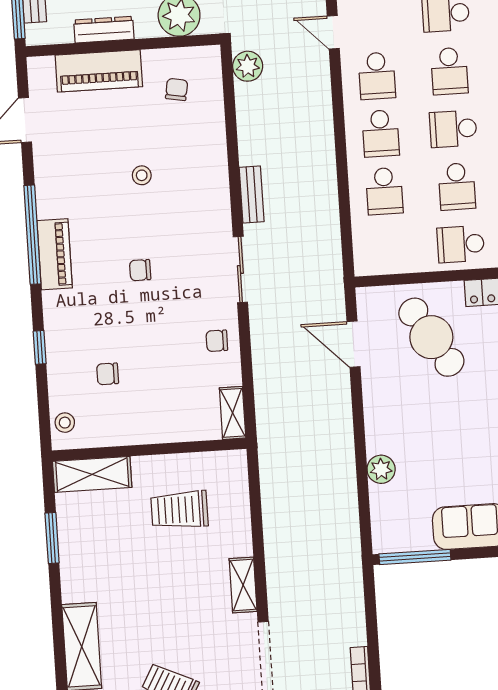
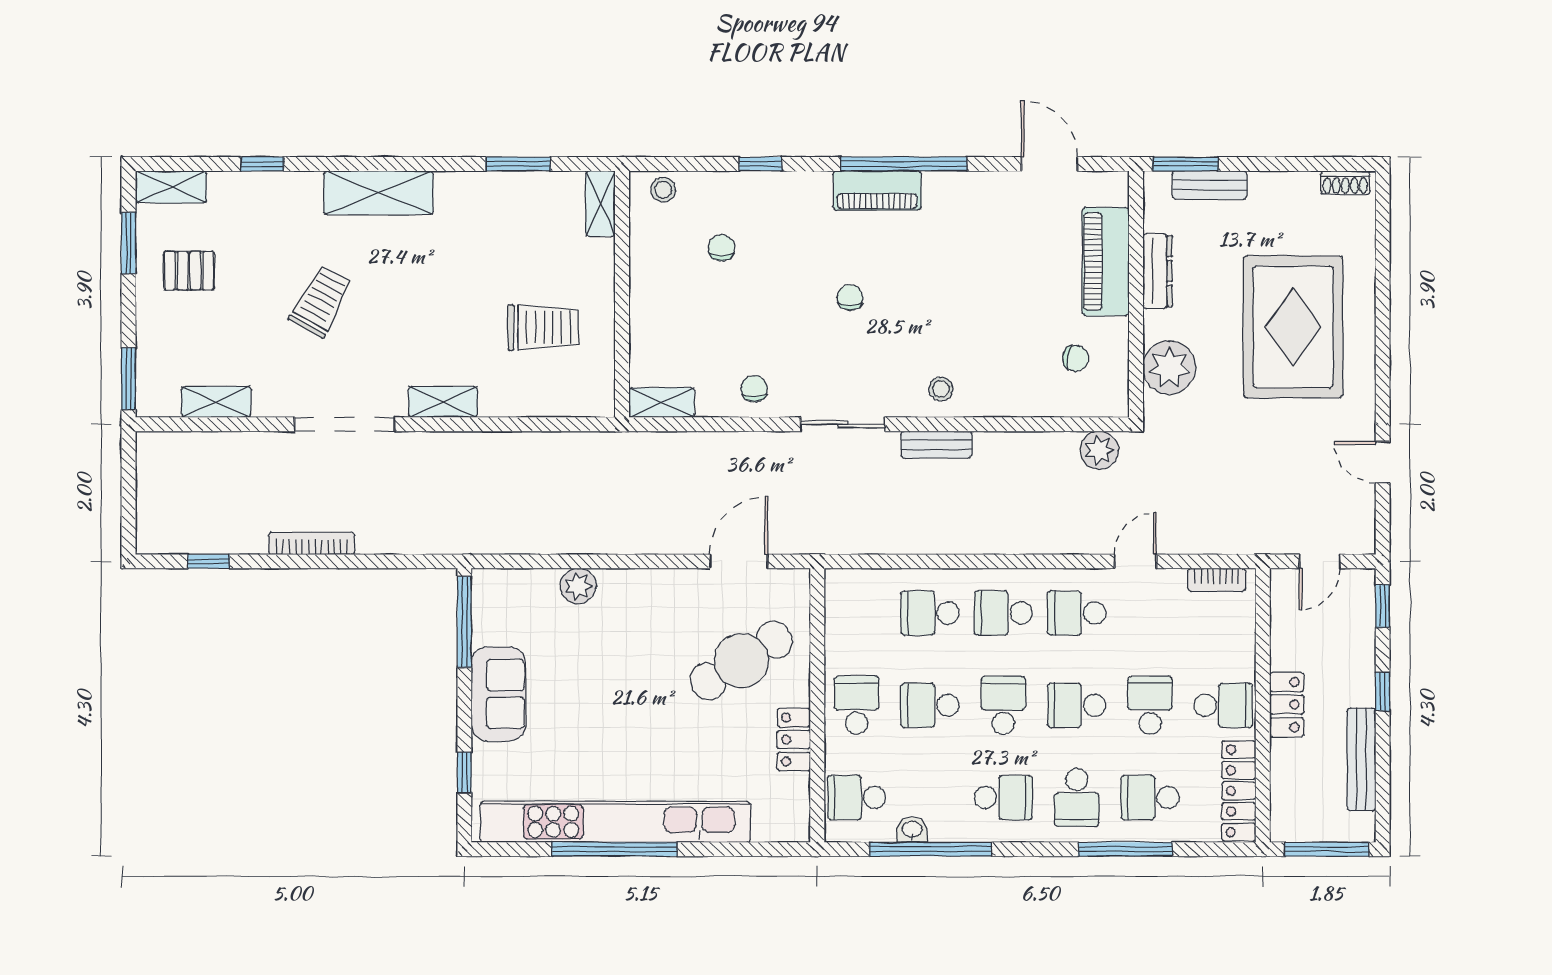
stool: (142, 175) -> (941, 389), moved
shelving: (92, 474) -> (600, 204), width x0.67, depth x0.75
trolley: (179, 510) -> (543, 328), turned 90

